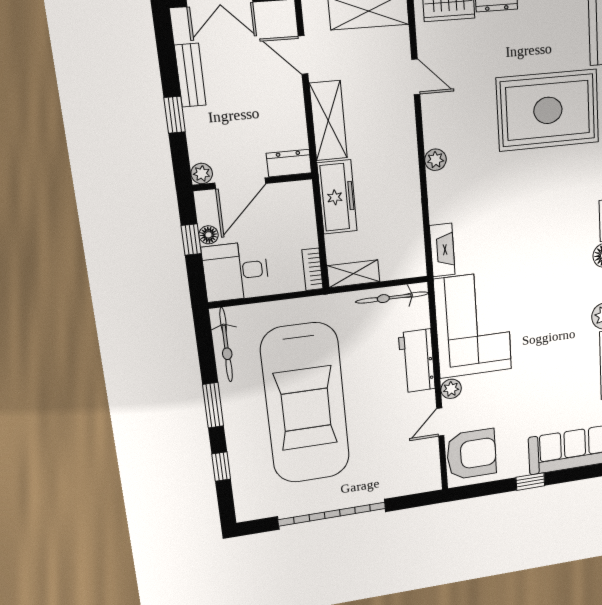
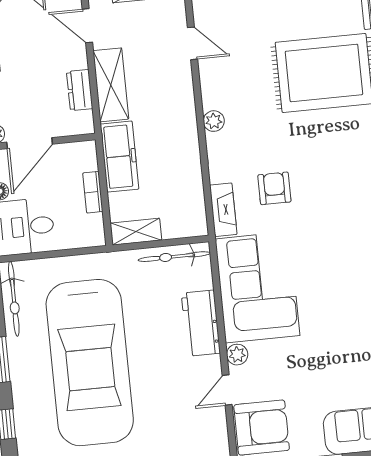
dresser: (289, 163) -> (80, 90), moved, turned -90
armchair: (493, 228) -> (274, 188), added
bookcase: (312, 269) -> (93, 192), moved

